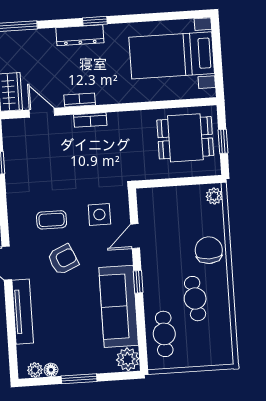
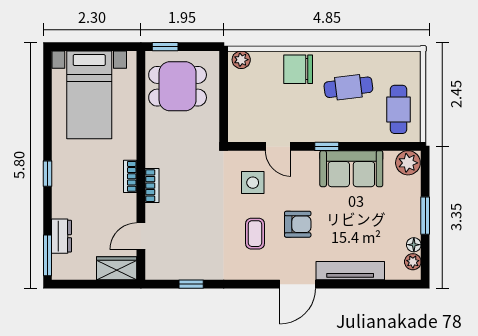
dresser: (80, 35) -> (61, 236), moved, width x0.70
bookcase: (80, 100) -> (130, 176), moved
dining table: (185, 138) -> (178, 86), turned 90
window: (223, 141) -> (165, 47), moved
armchair: (63, 259) -> (298, 224), turned 114
sofa: (119, 306) -> (351, 169), width x0.73
cafe table: (164, 334) -> (399, 109), moved, turned 90

